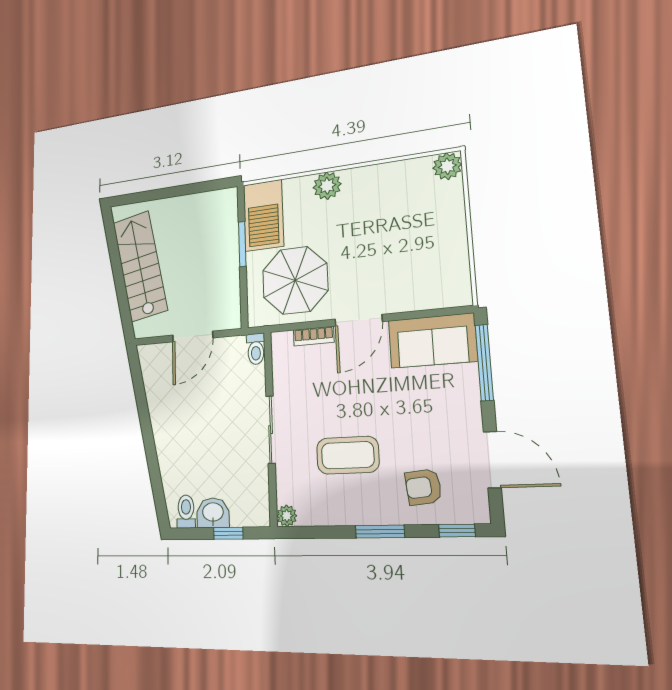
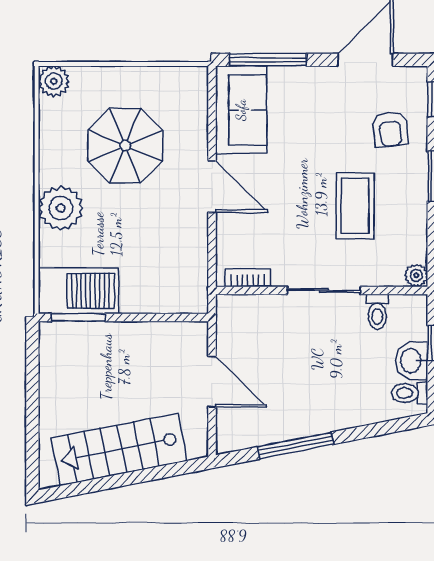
plant: (327, 186) -> (61, 208), width x1.36, depth x1.36
window: (242, 244) -> (78, 317), moved
parasol: (295, 280) -> (125, 146), moved
bookcase: (314, 336) -> (248, 278), moved, turned -90
toilet: (256, 349) -> (377, 312), moved, turned 90
window: (143, 412) -> (295, 446), added

